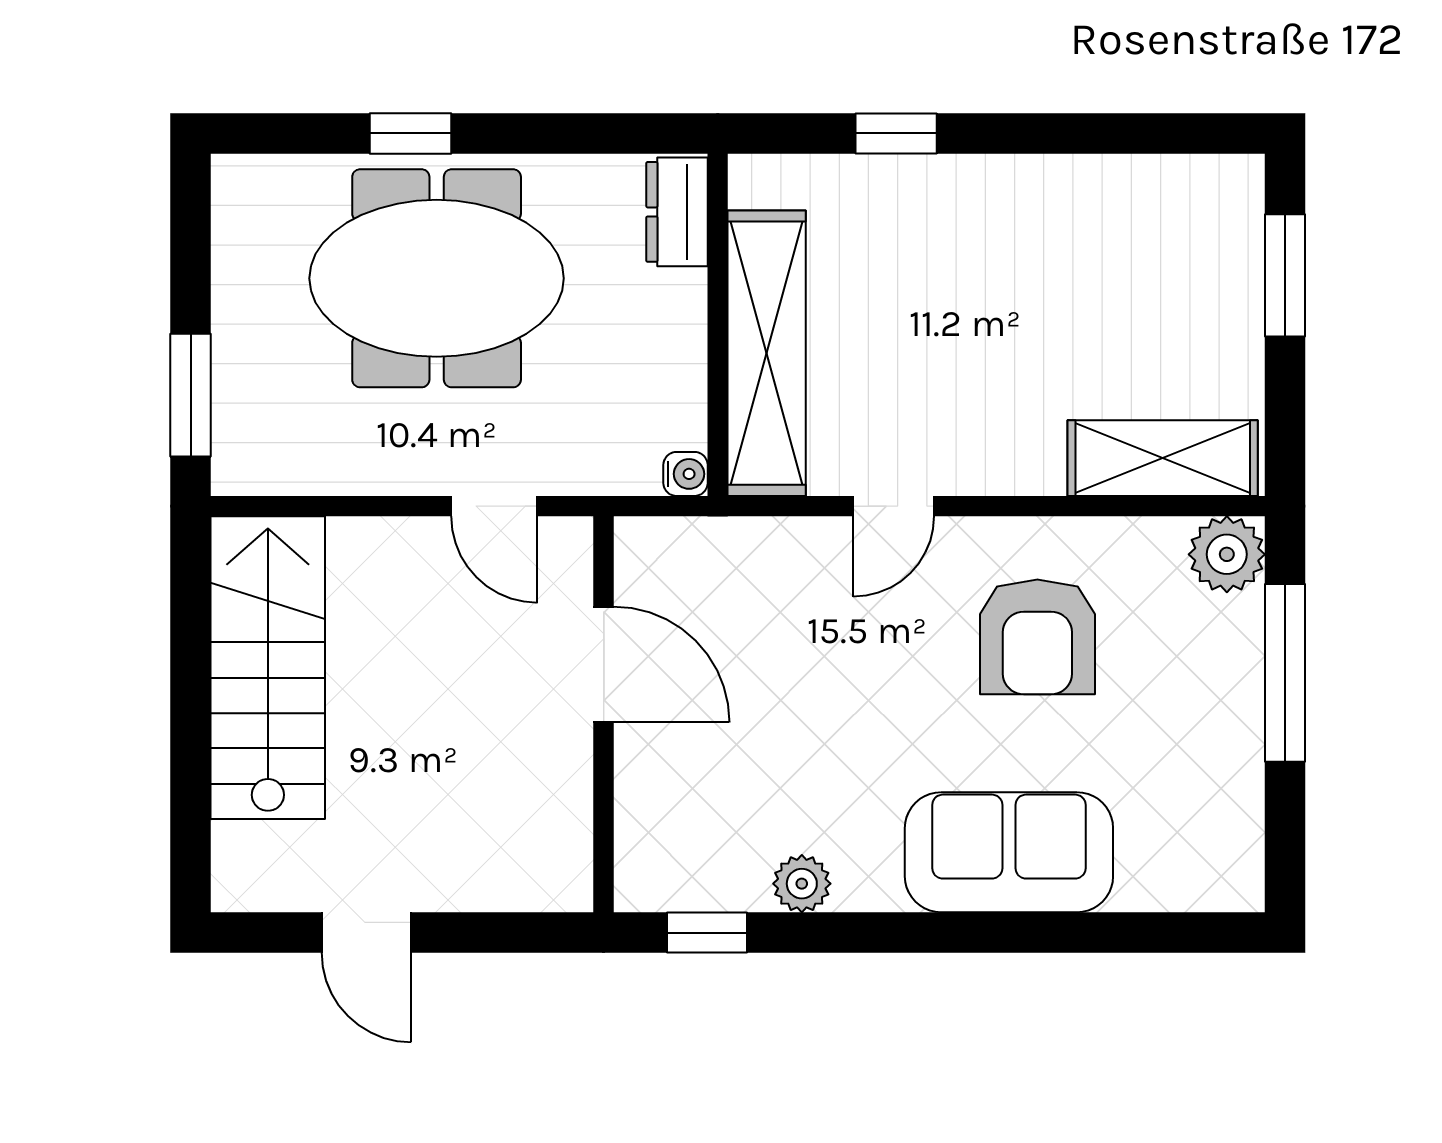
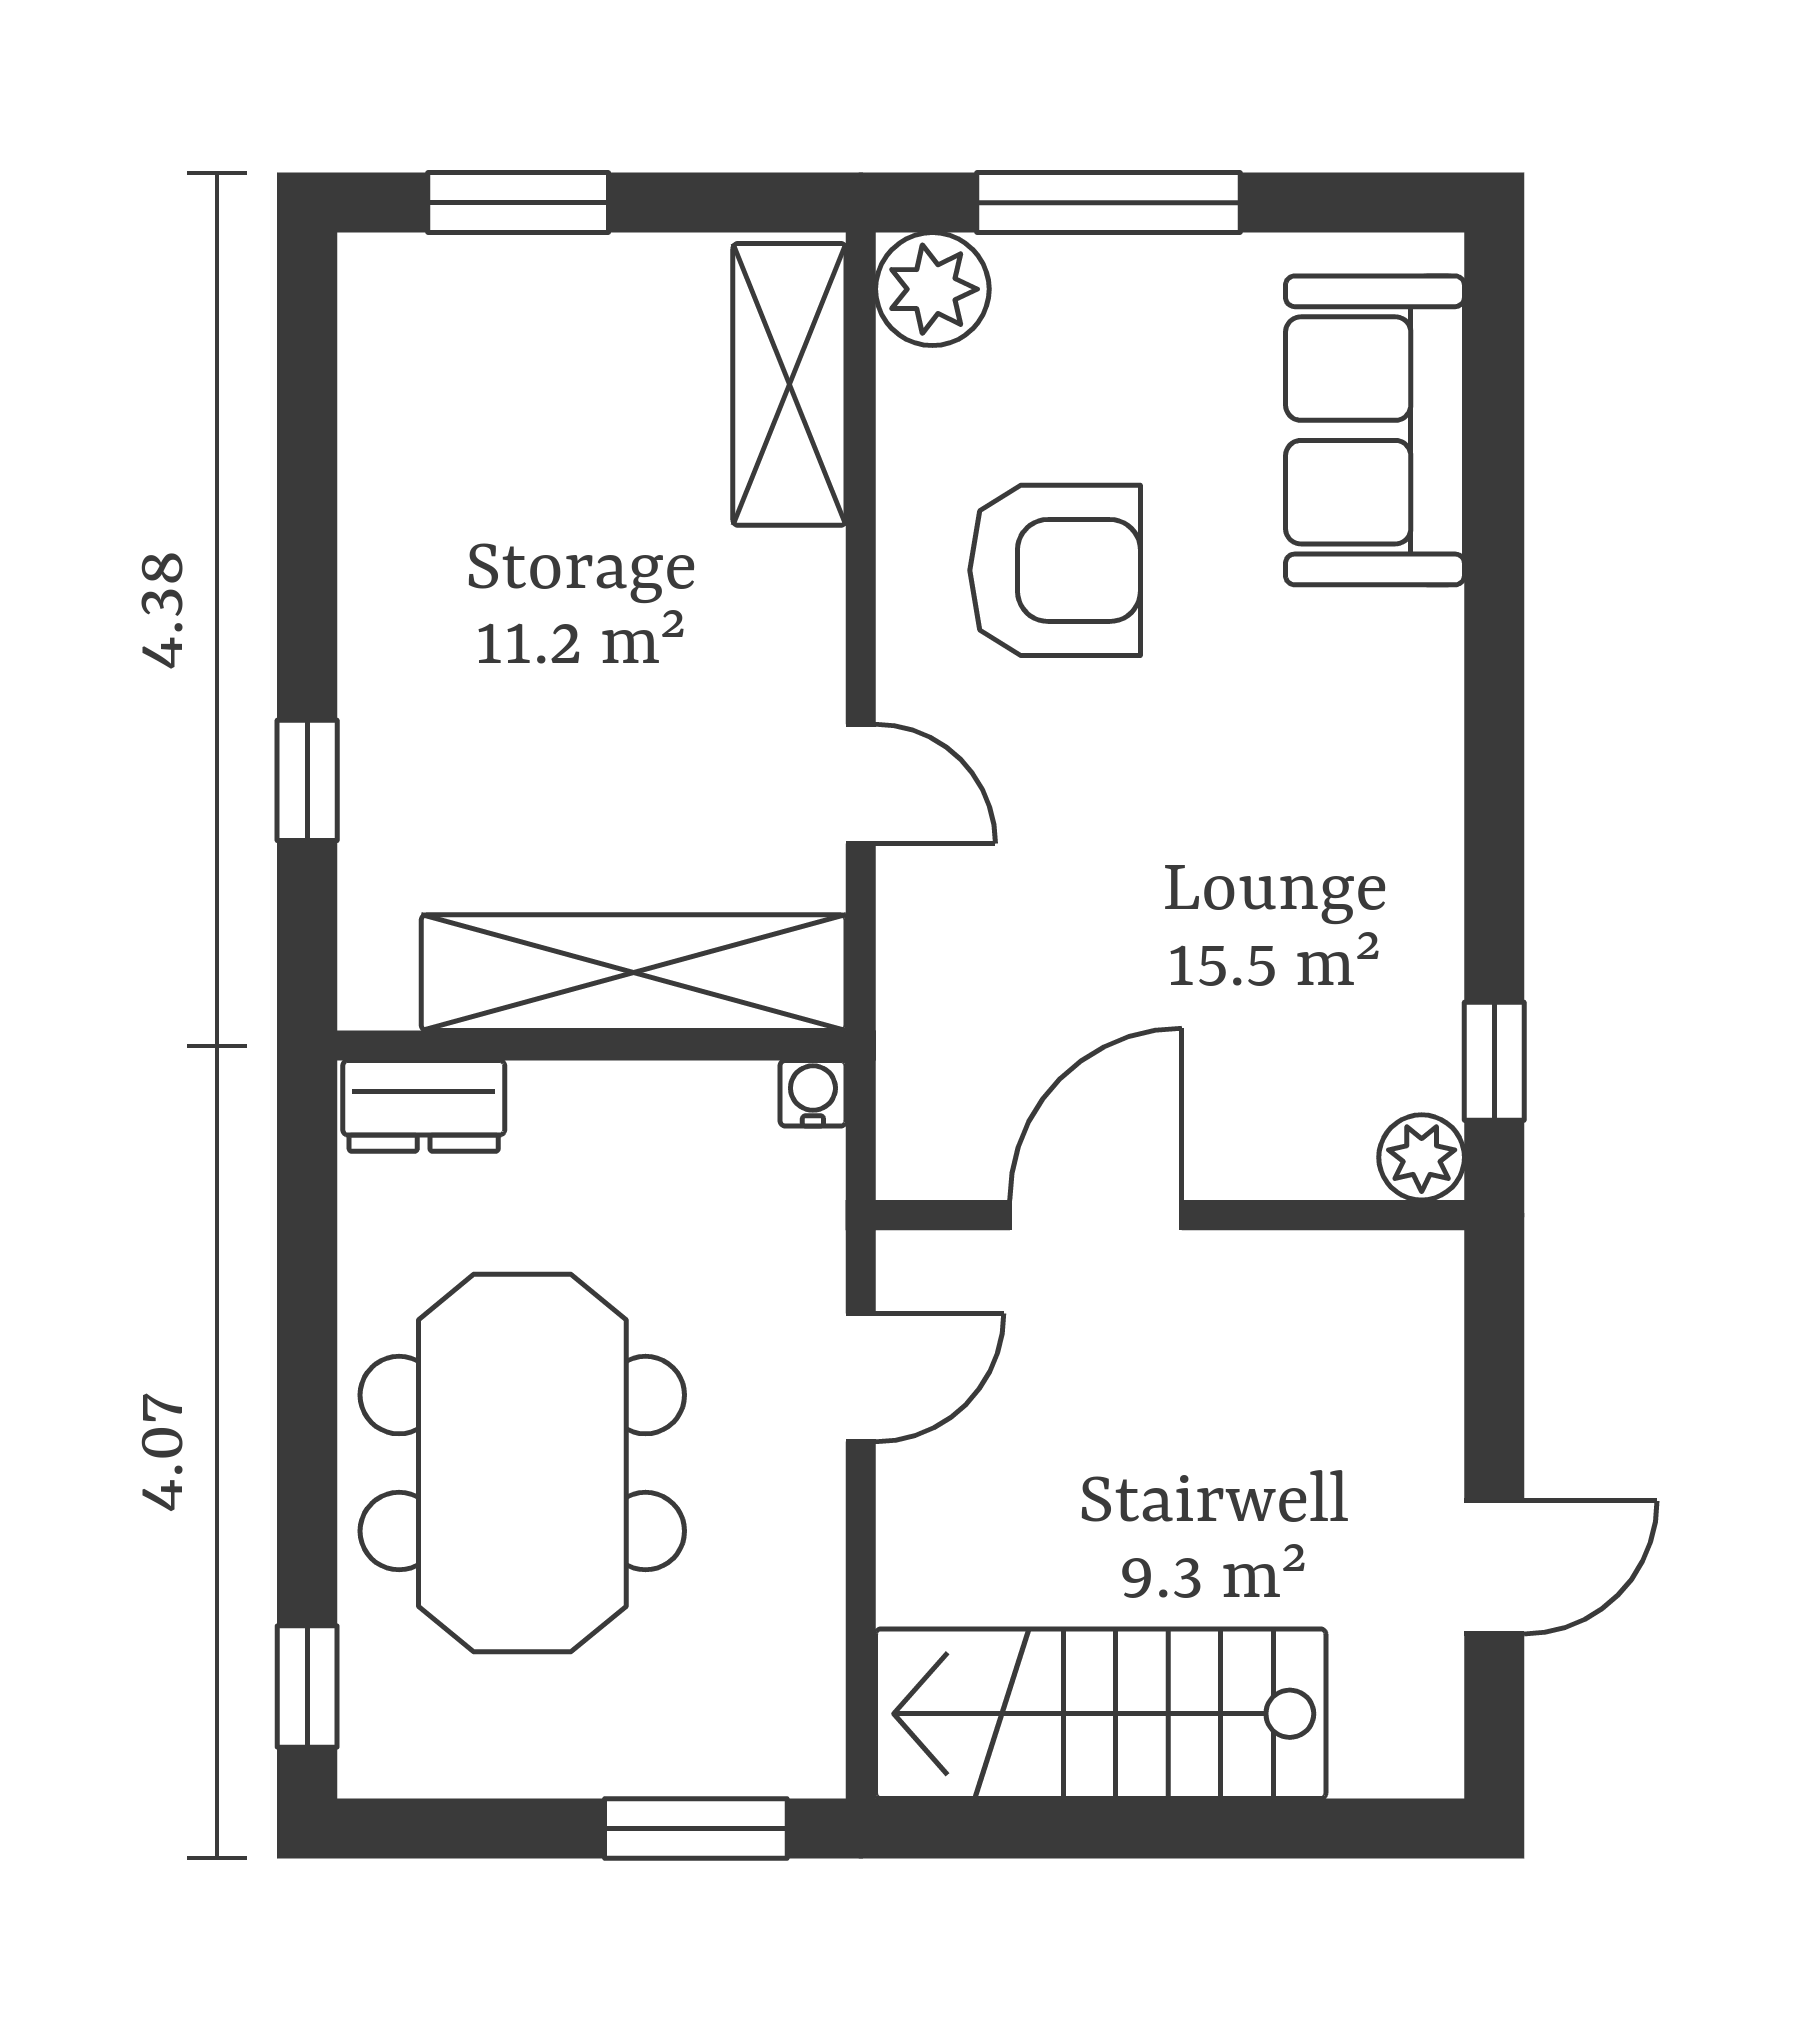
window: (410, 133) -> (307, 1686), moved
sofa: (1009, 852) -> (1375, 430), moved
plant: (802, 884) -> (1422, 1157), moved

